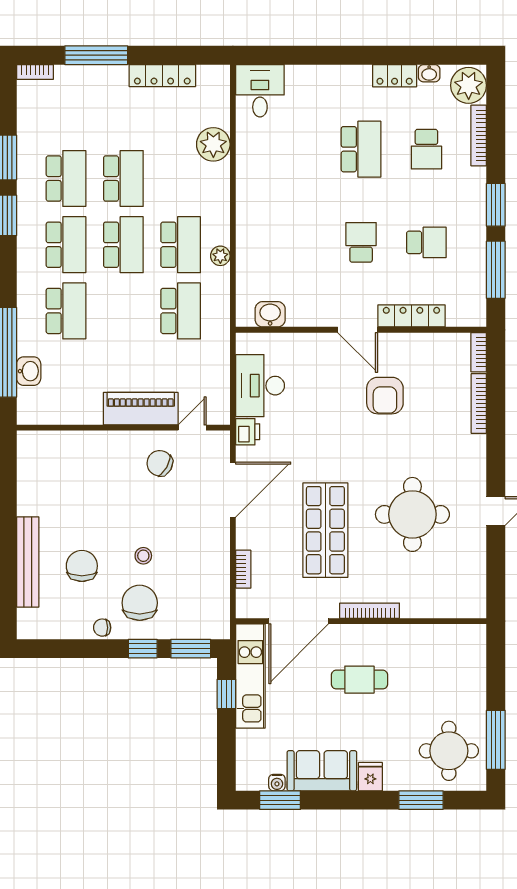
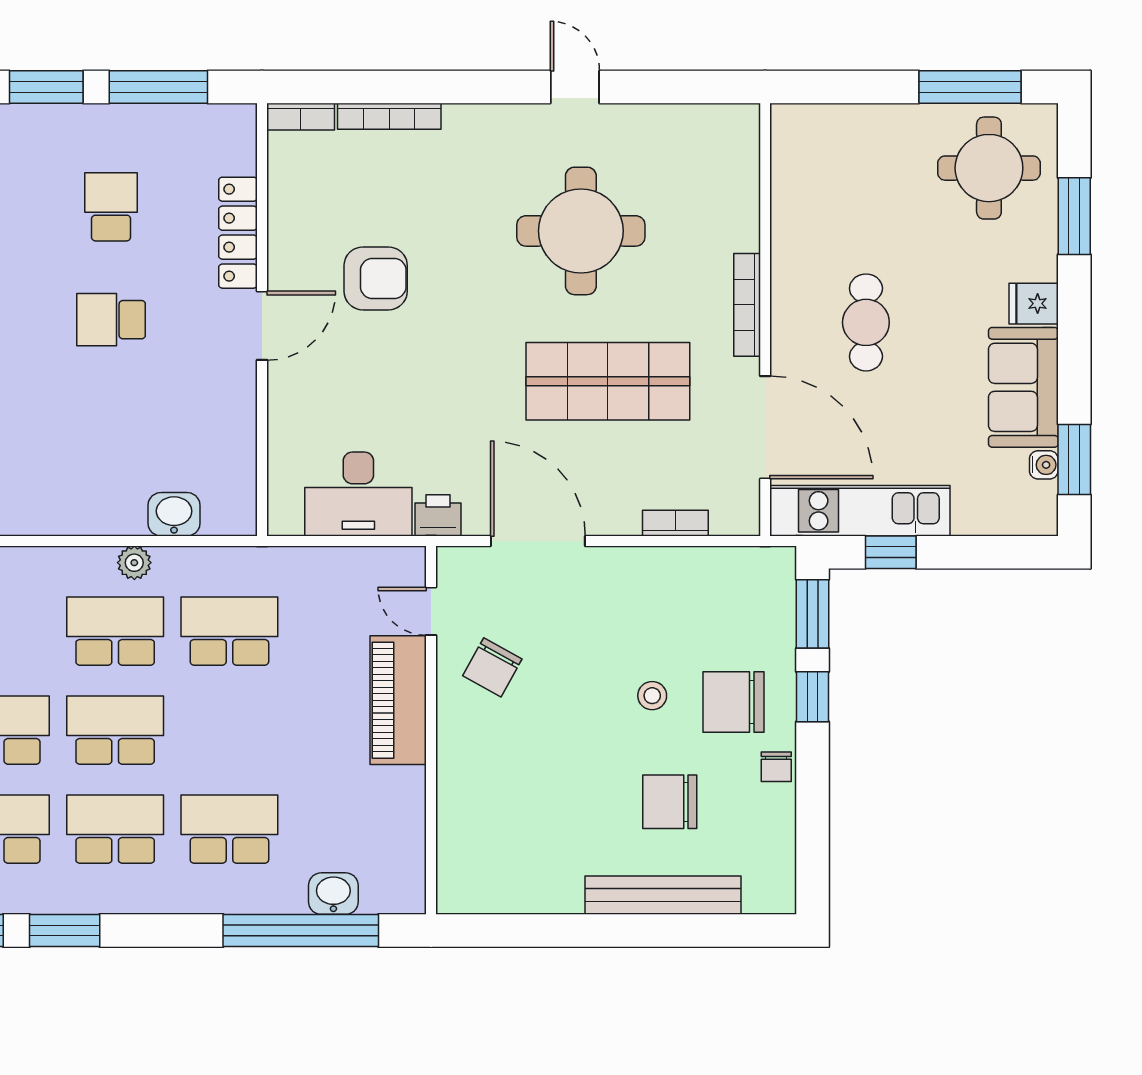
washbasin: (270, 314) -> (174, 514), moved, turned 90

